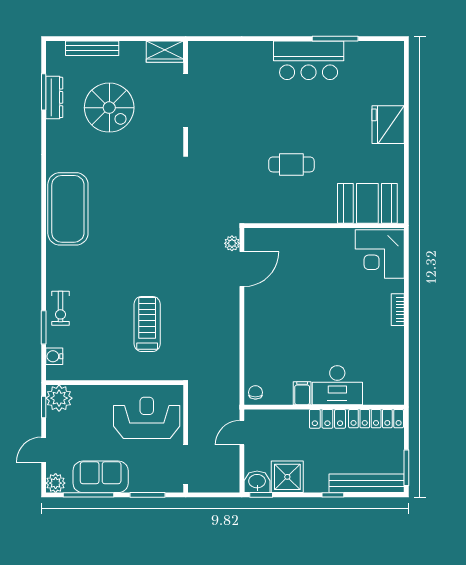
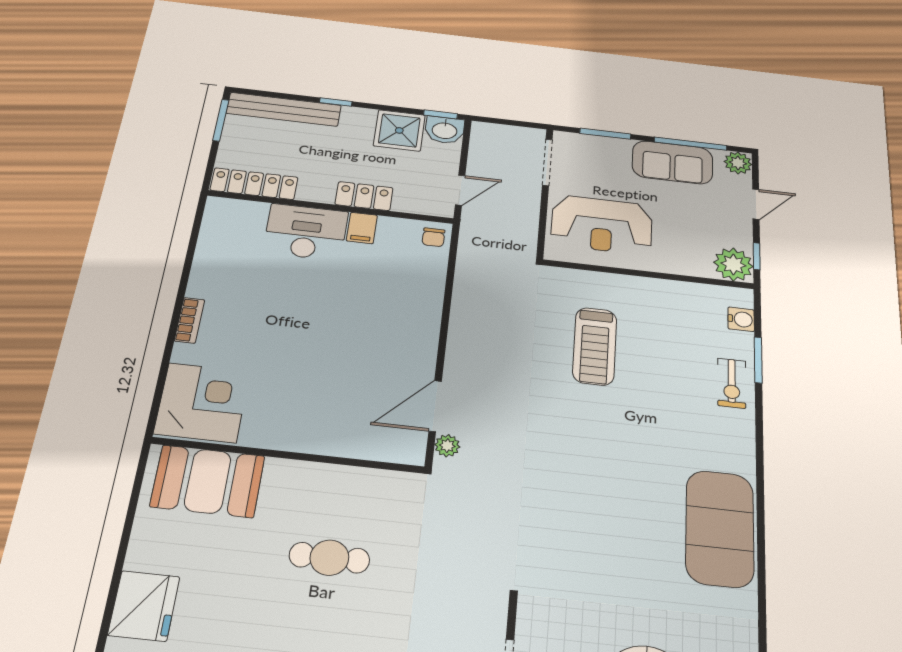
exercise bike: (60, 308) -> (732, 383), turned 180
locker: (327, 419) -> (364, 196), moved

